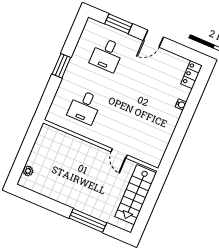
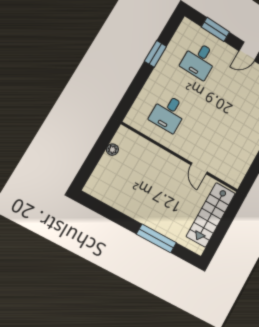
window: (61, 66) -> (155, 54), moved
plant: (28, 171) -> (112, 150), moved

